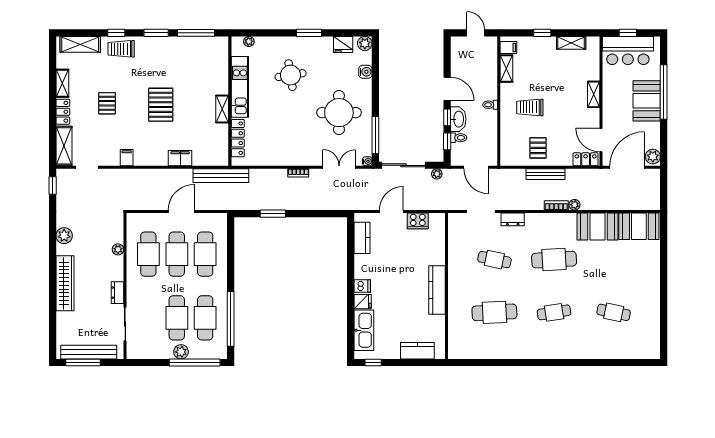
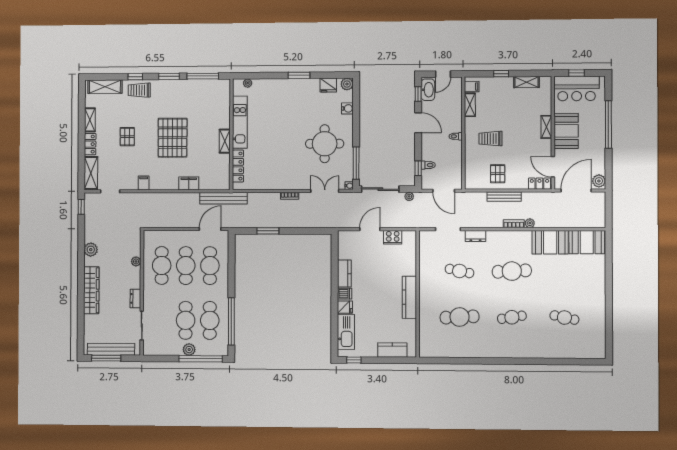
door: (476, 33) -> (443, 74), swing flipped
round table: (290, 75) -> (283, 112), removed
booth: (647, 101) -> (566, 131), moved
pallet: (161, 105) -> (173, 138), width x1.37, depth x1.41
window: (447, 117) -> (418, 94), moved
washbasin: (458, 119) -> (428, 90), moved
door: (181, 211) -> (210, 229), moved
kitchen counter: (362, 238) -> (344, 274), moved

